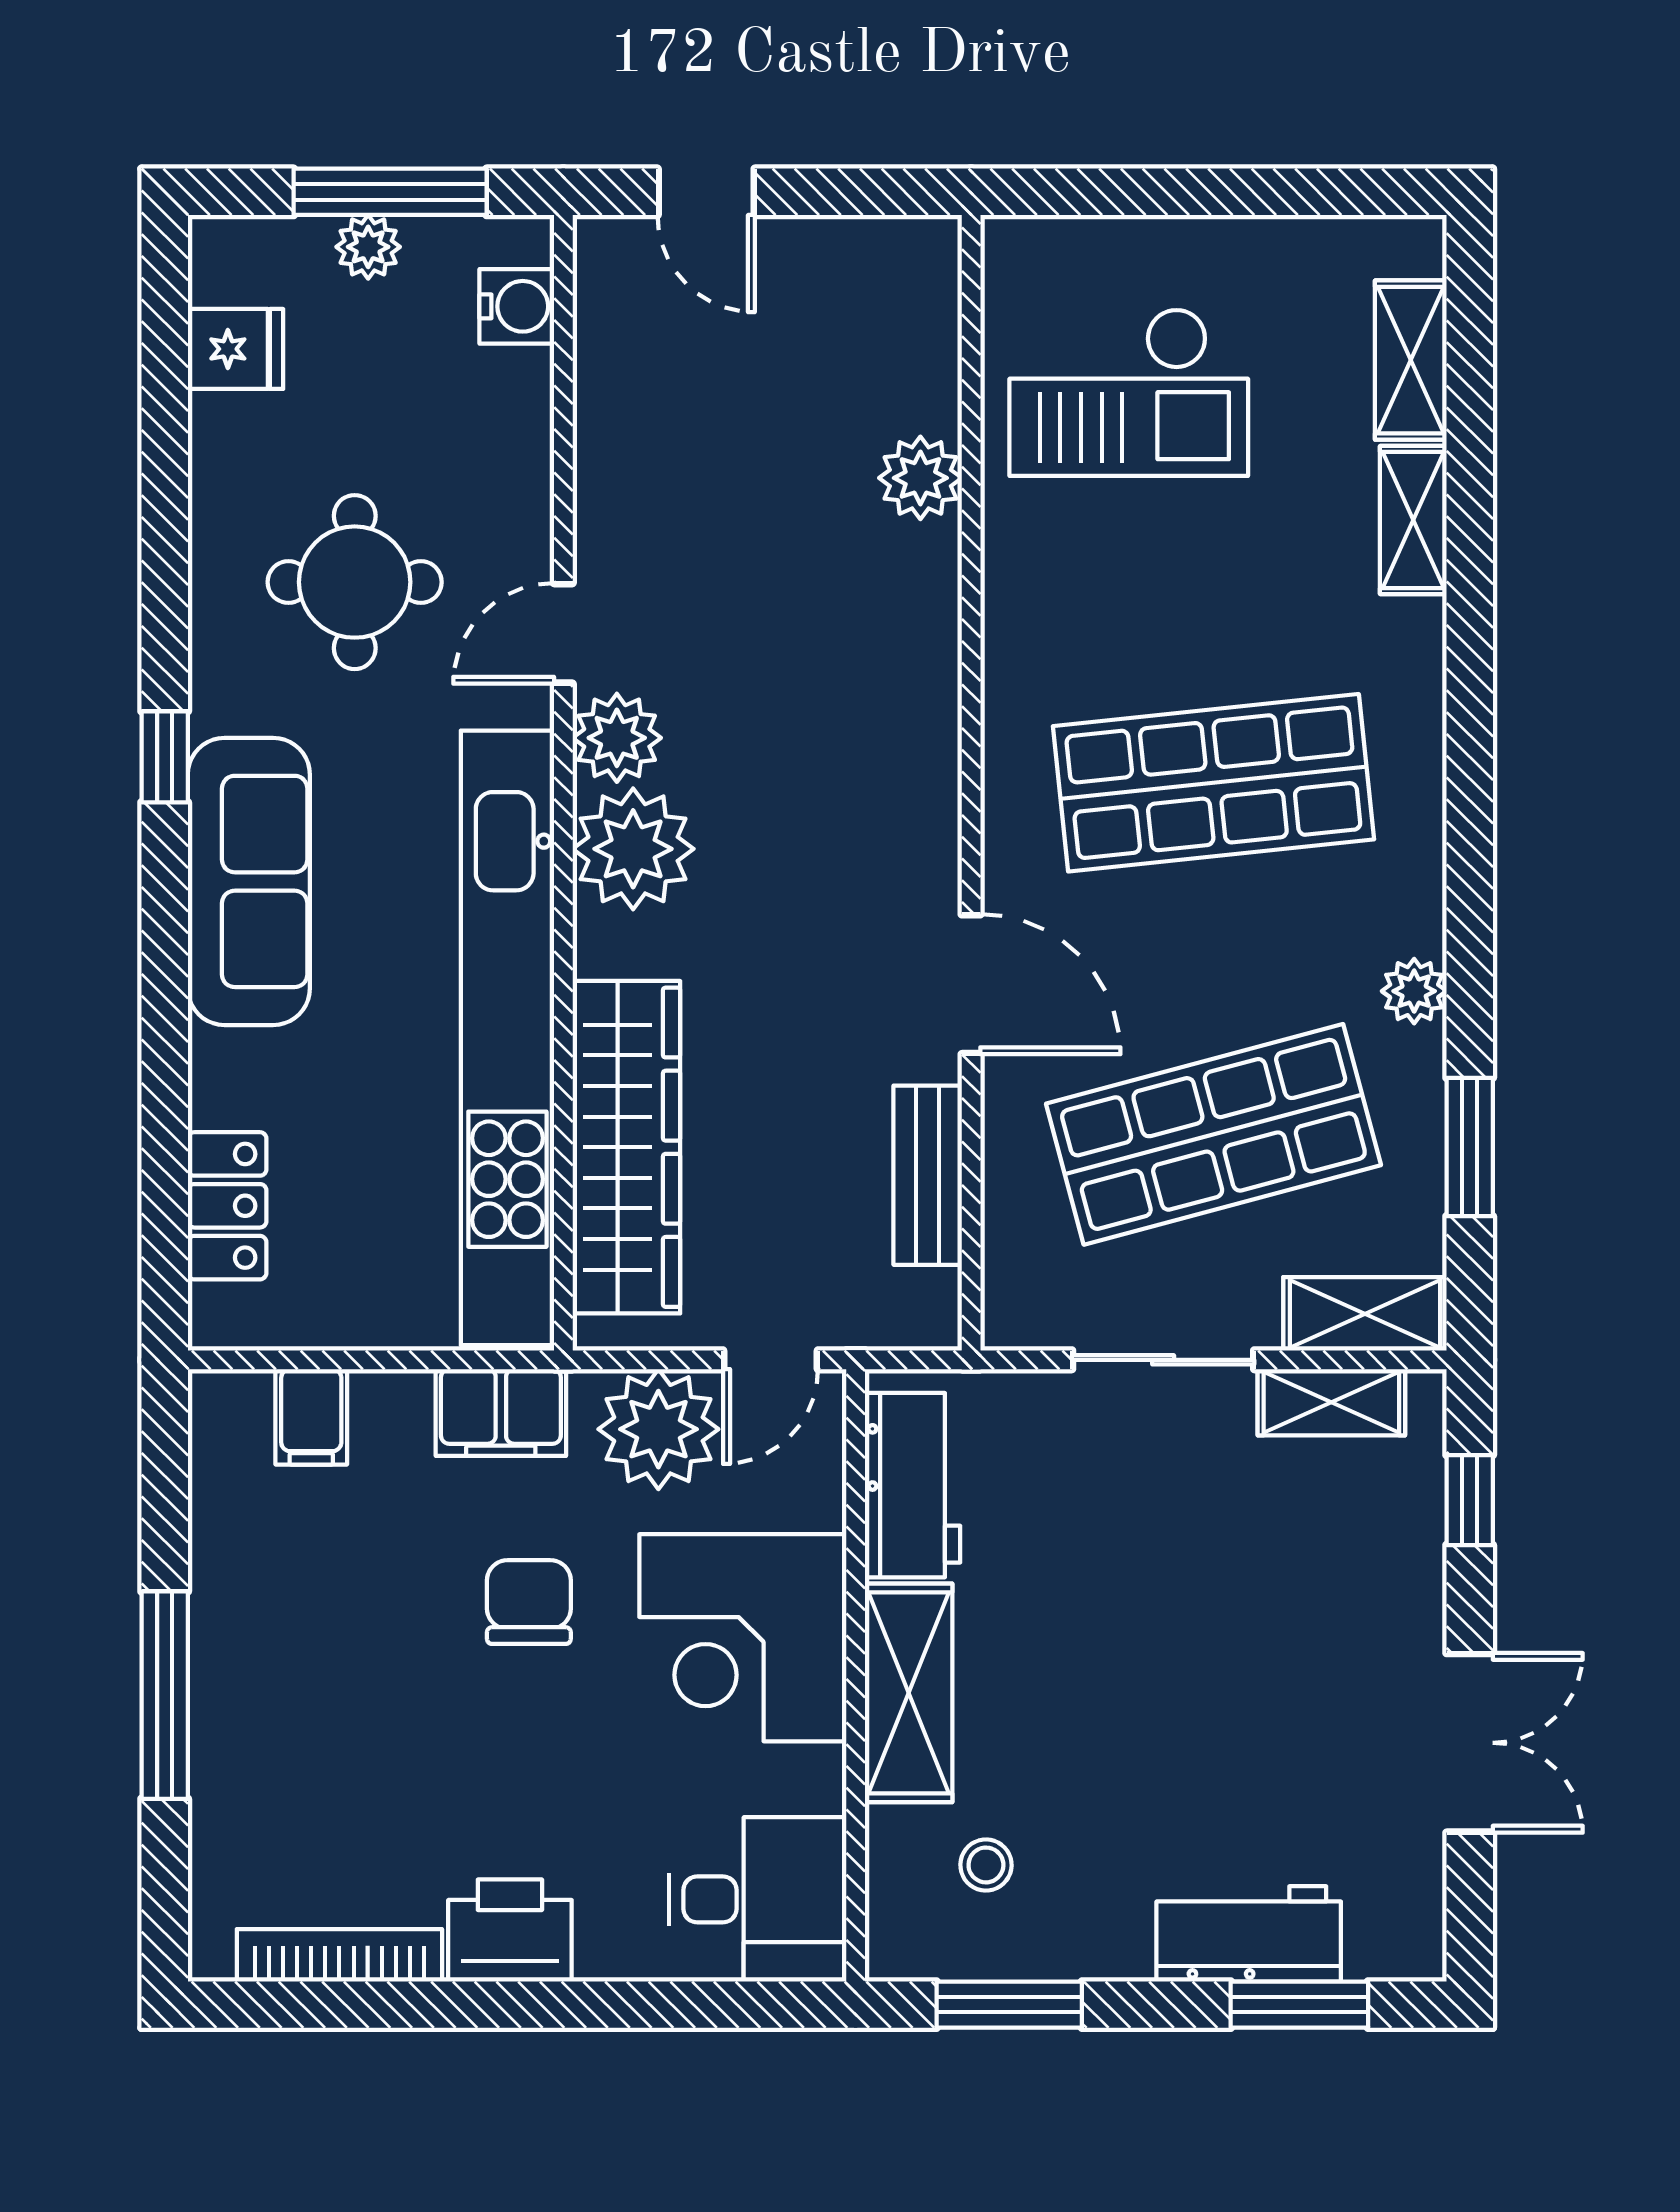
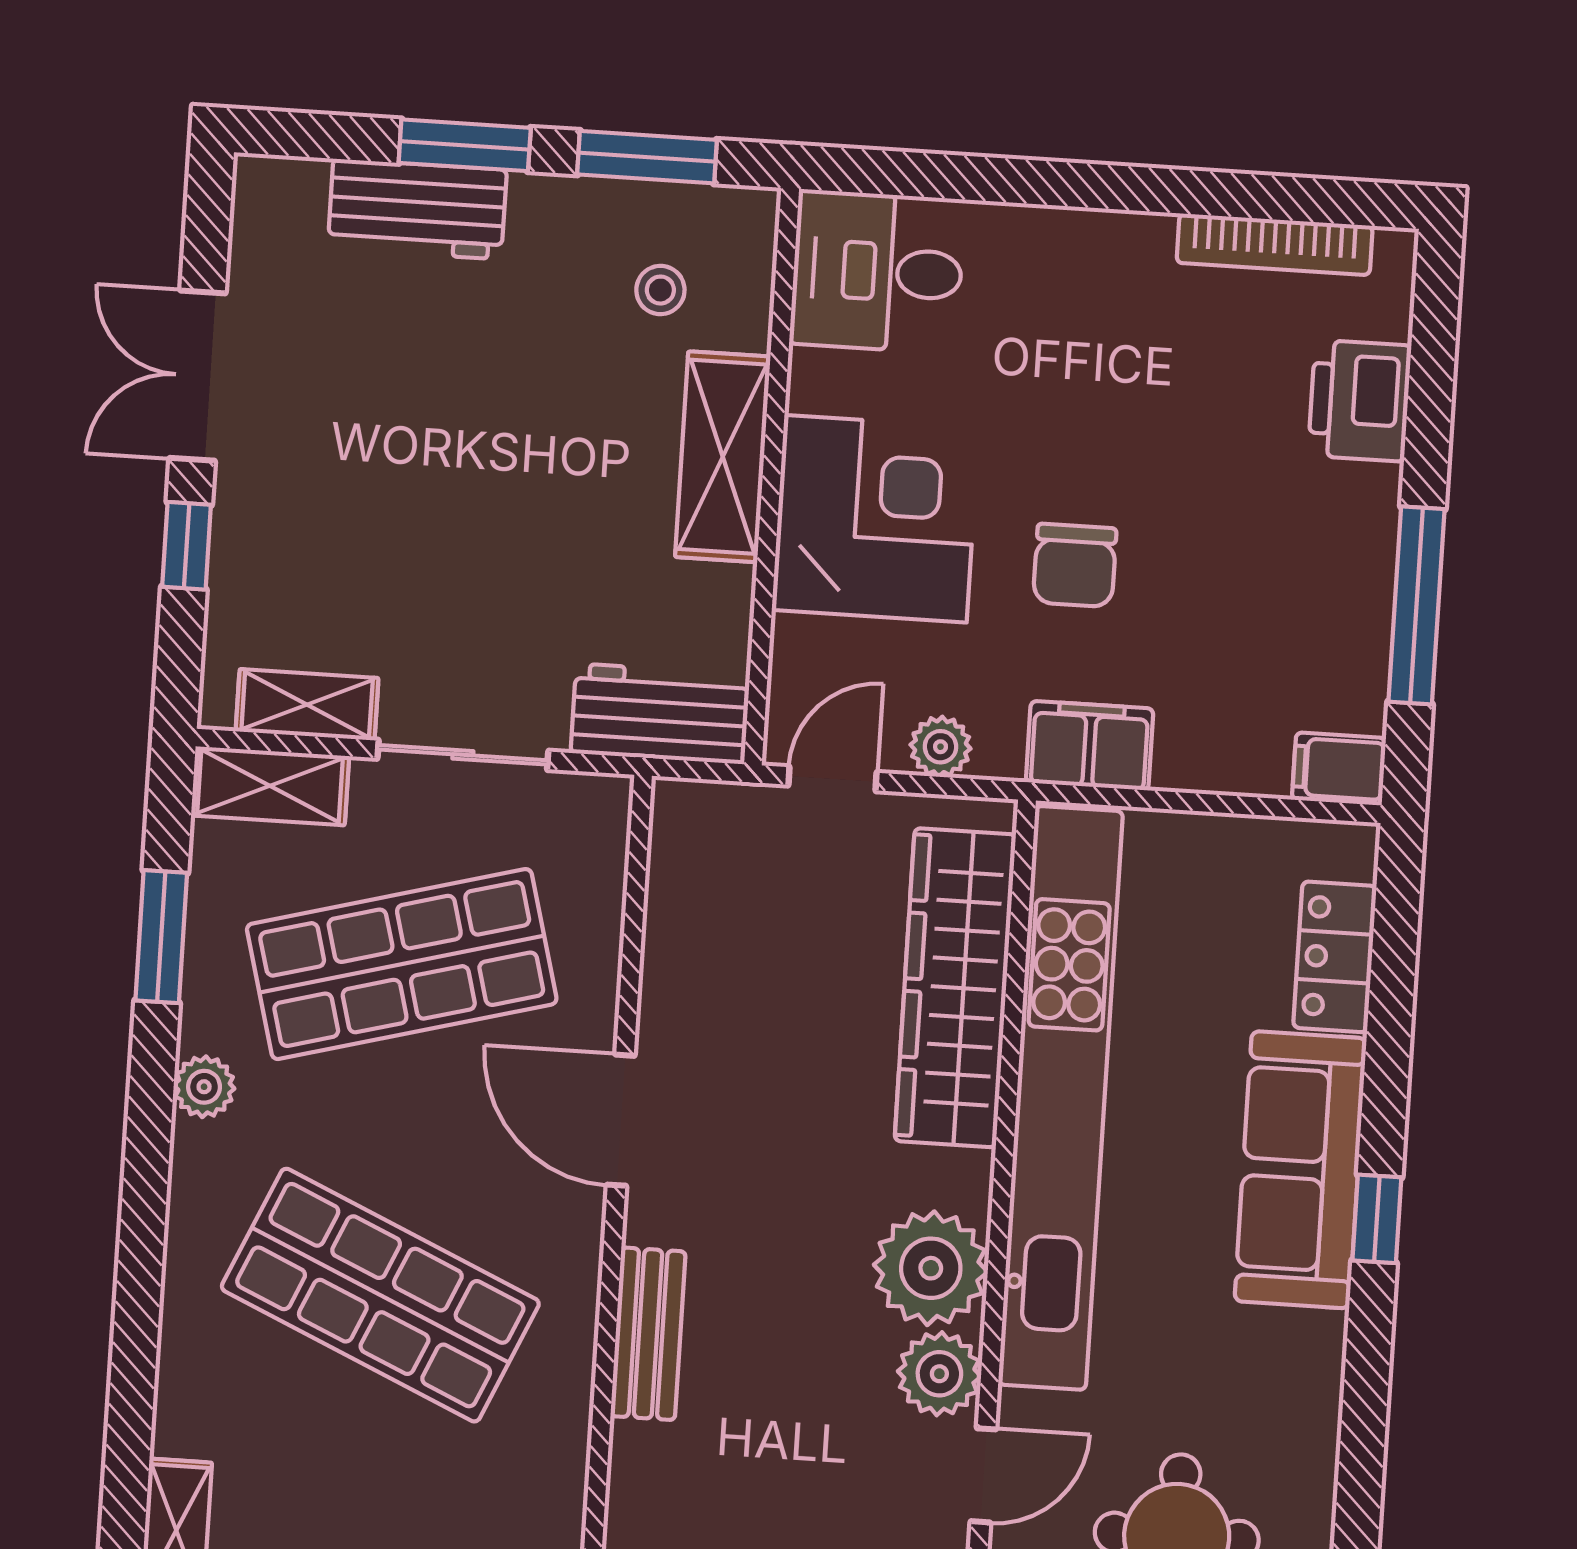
window: (165, 757) -> (1377, 1219), moved
shop shelf: (1213, 783) -> (380, 1295), turned 30
sofa: (249, 881) -> (1300, 1170), moved
bench: (928, 1175) -> (648, 1334), moved
filing cabinet: (311, 1417) -> (1339, 769), moved, turned -90
plant: (658, 1429) -> (941, 747), width x0.53, depth x0.53
workbench: (913, 1485) -> (660, 714), moved, turned 90
window: (1470, 1500) -> (187, 546), moved
window: (165, 1695) -> (1416, 605), moved
printer: (510, 1931) -> (1360, 401), moved, turned 90
window: (1299, 2005) -> (465, 145), moved

